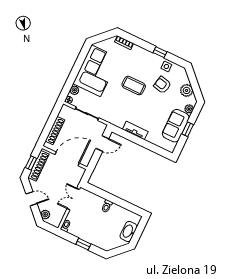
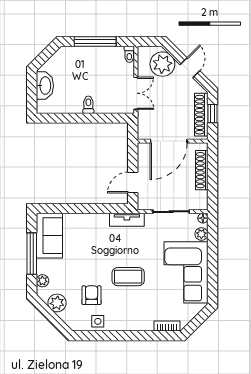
window: (160, 52) -> (115, 336), removed
armchair: (162, 85) -> (92, 295), turned -102
sofa: (176, 126) -> (49, 236), moved
window: (188, 129) -> (32, 254), width x2.17
tv unit: (135, 130) -> (127, 220), moved
door: (31, 199) -> (190, 68), swing flipped
plant: (45, 215) -> (162, 64), width x1.88, depth x1.88
window: (83, 244) -> (95, 42), width x2.17

